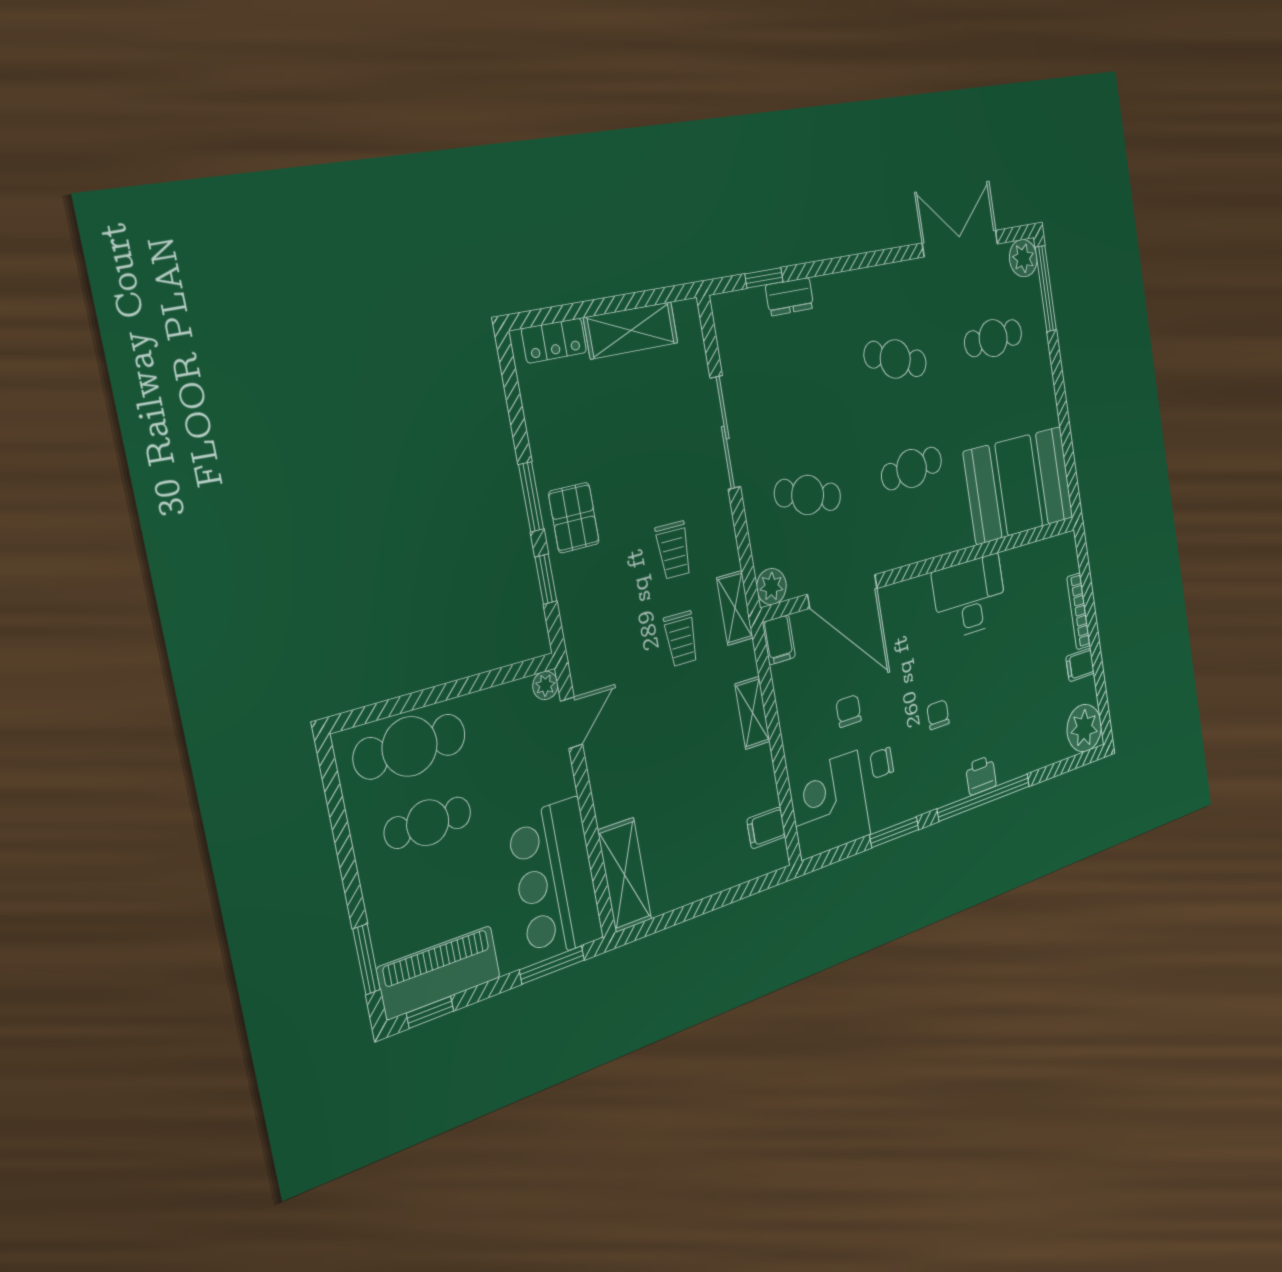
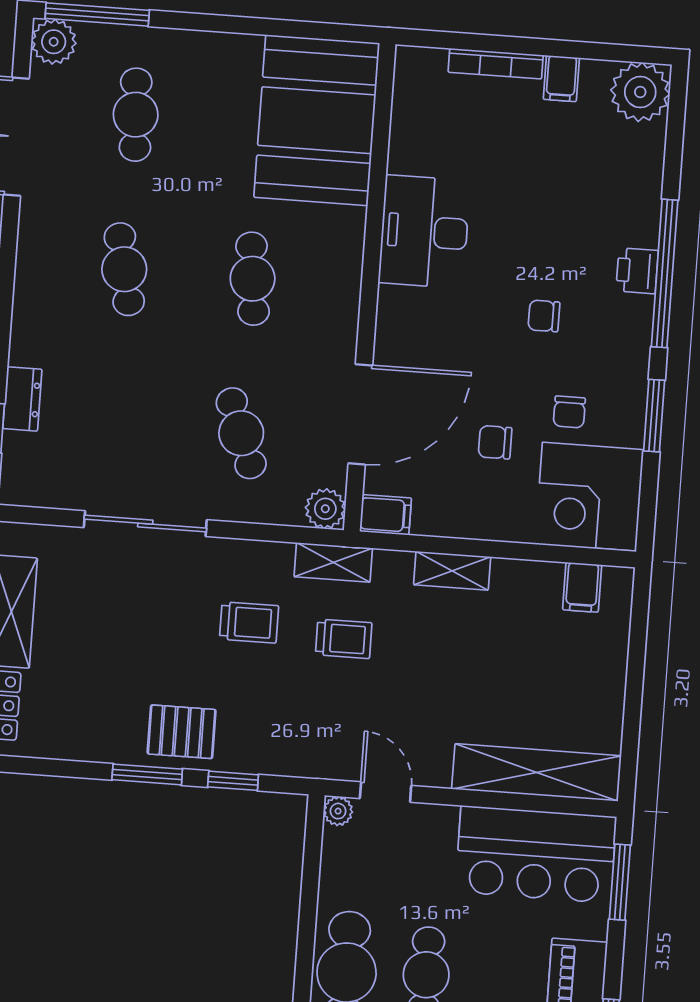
cafe table: (895, 359) -> (124, 269), turned -30
cafe table: (808, 495) -> (241, 433), turned -36
shelving: (625, 875) -> (536, 772), width x1.47

